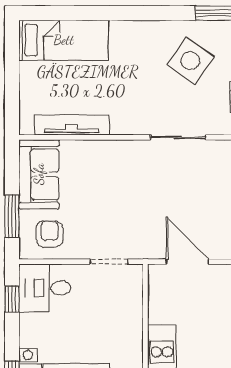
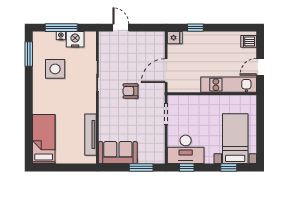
side table: (190, 61) -> (55, 69), turned -35
armchair: (50, 234) -> (131, 91), moved
desk: (45, 288) -> (186, 149), width x1.37

